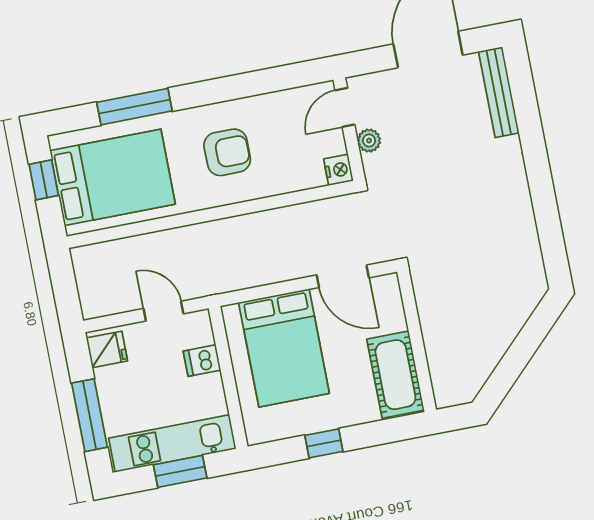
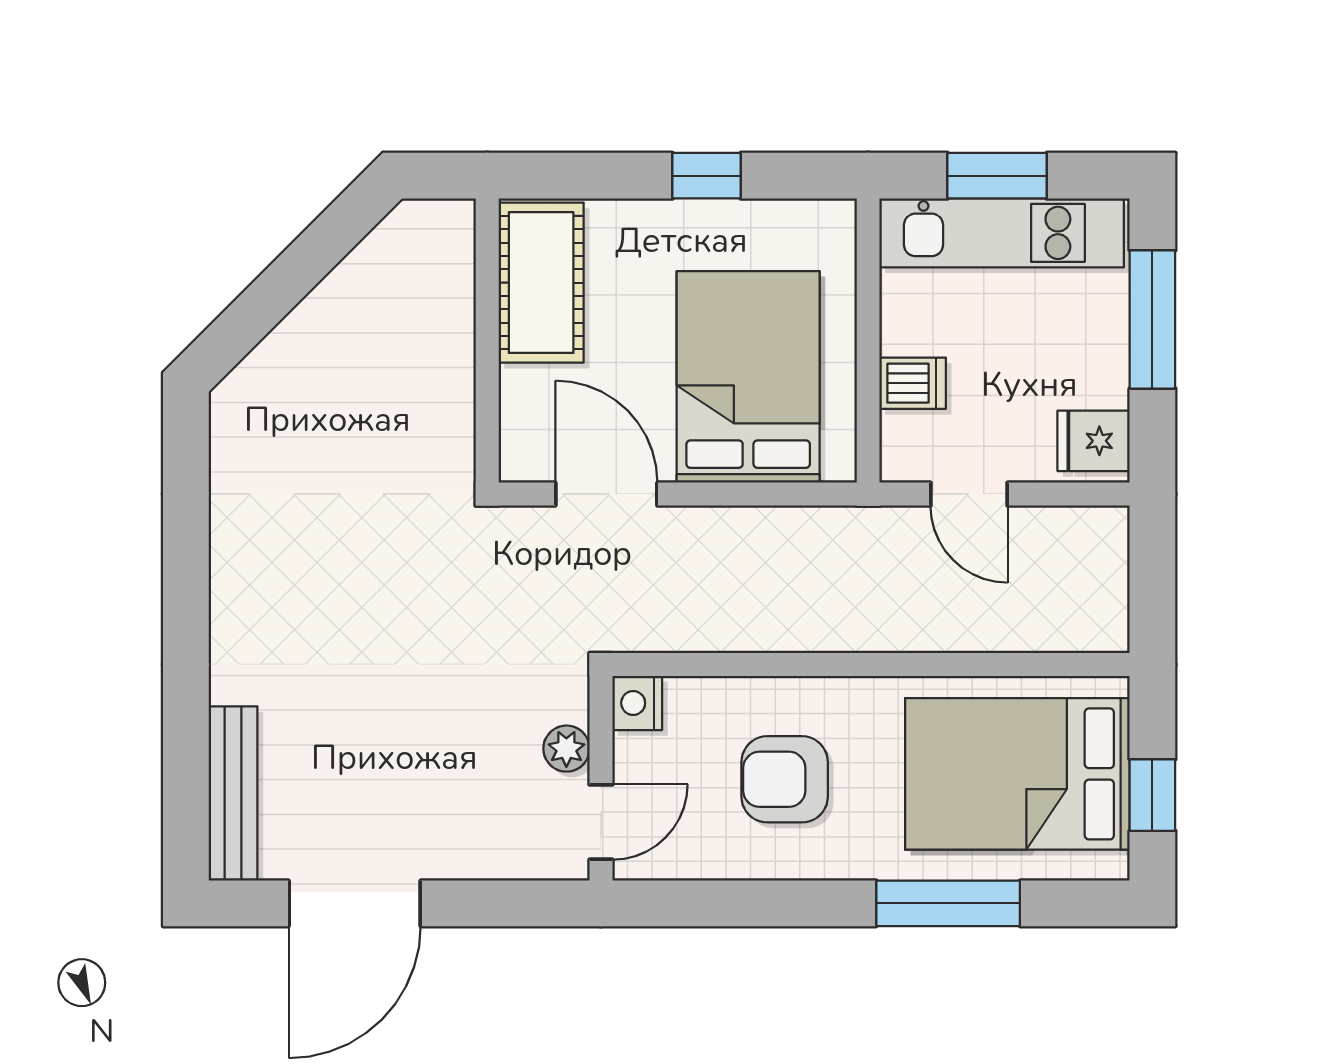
door: (345, 107) -> (601, 822), moved
wall: (349, 129) -> (601, 778), moved
plant: (369, 140) -> (566, 749), moved
nightstand: (338, 170) -> (637, 703), moved

